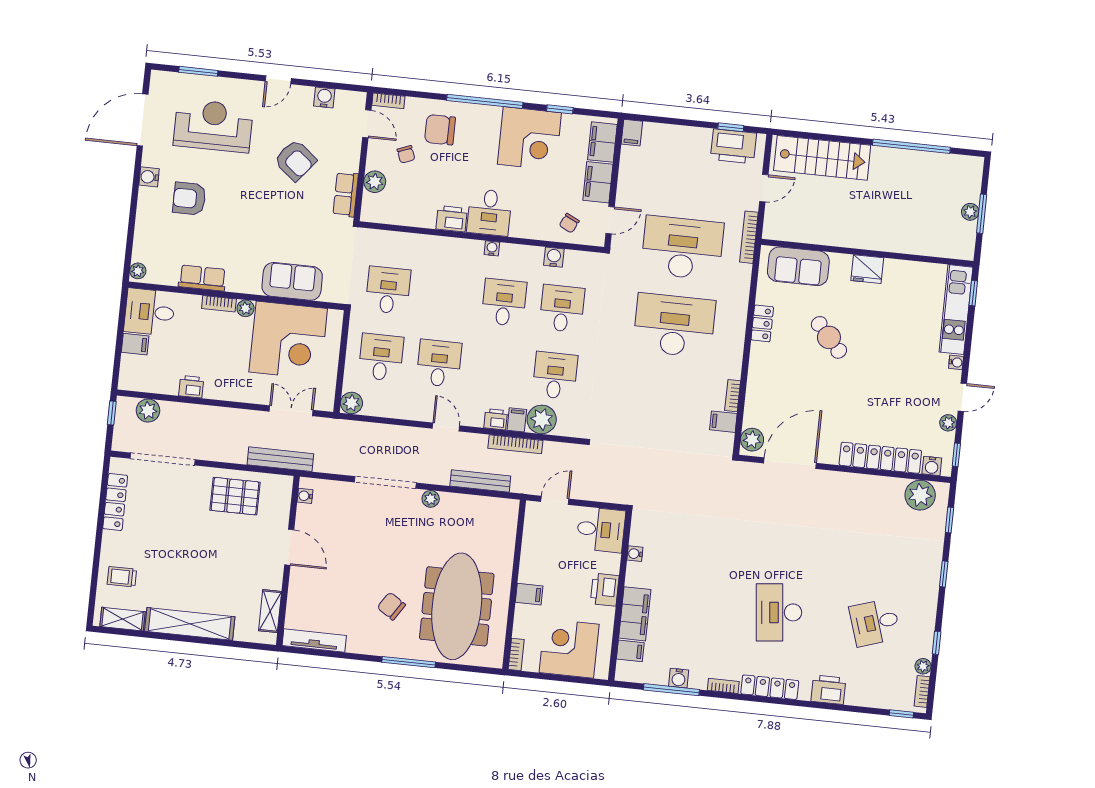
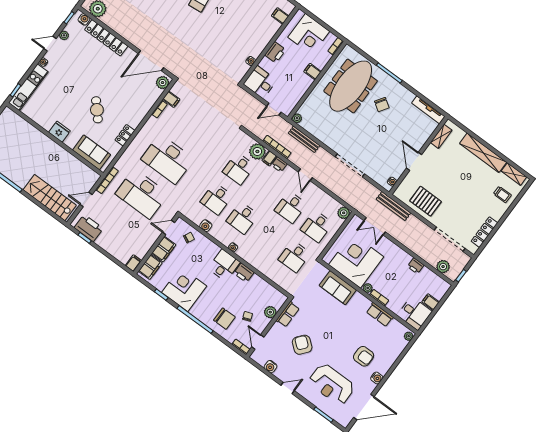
plant: (431, 499) -> (297, 118), moved
filing cabinet: (635, 614) -> (268, 32), removed

